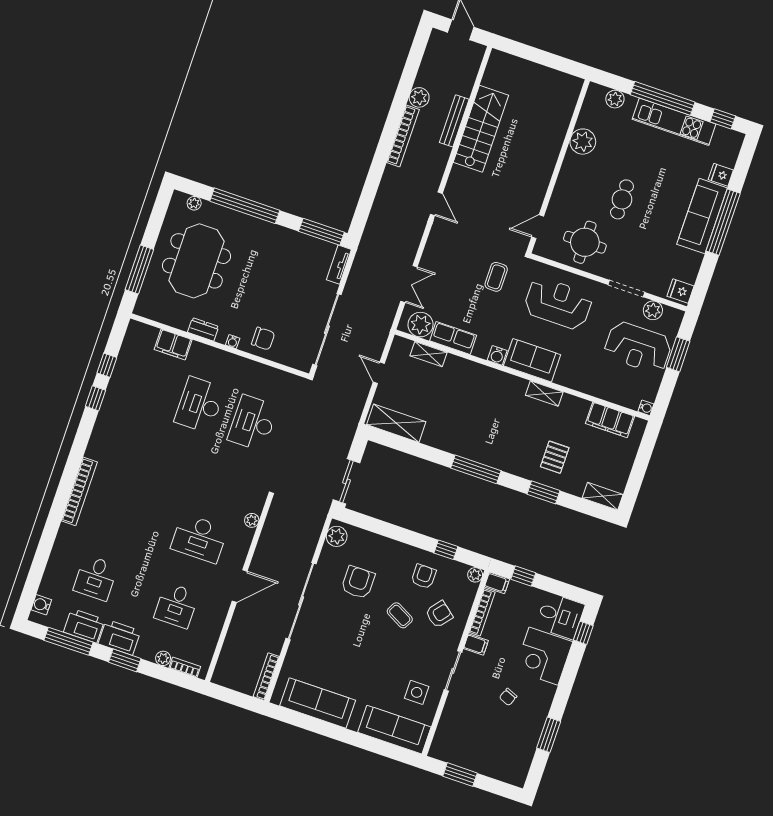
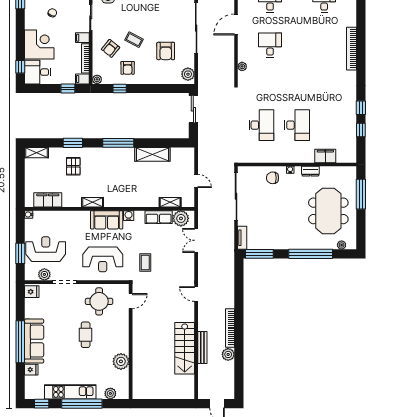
shelving: (396, 423) -> (152, 154), moved
desk: (199, 538) -> (270, 45), width x0.73

